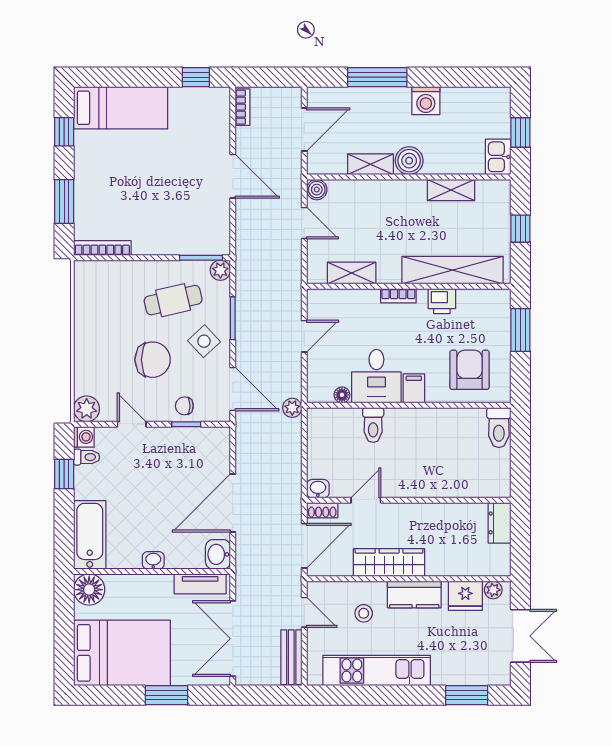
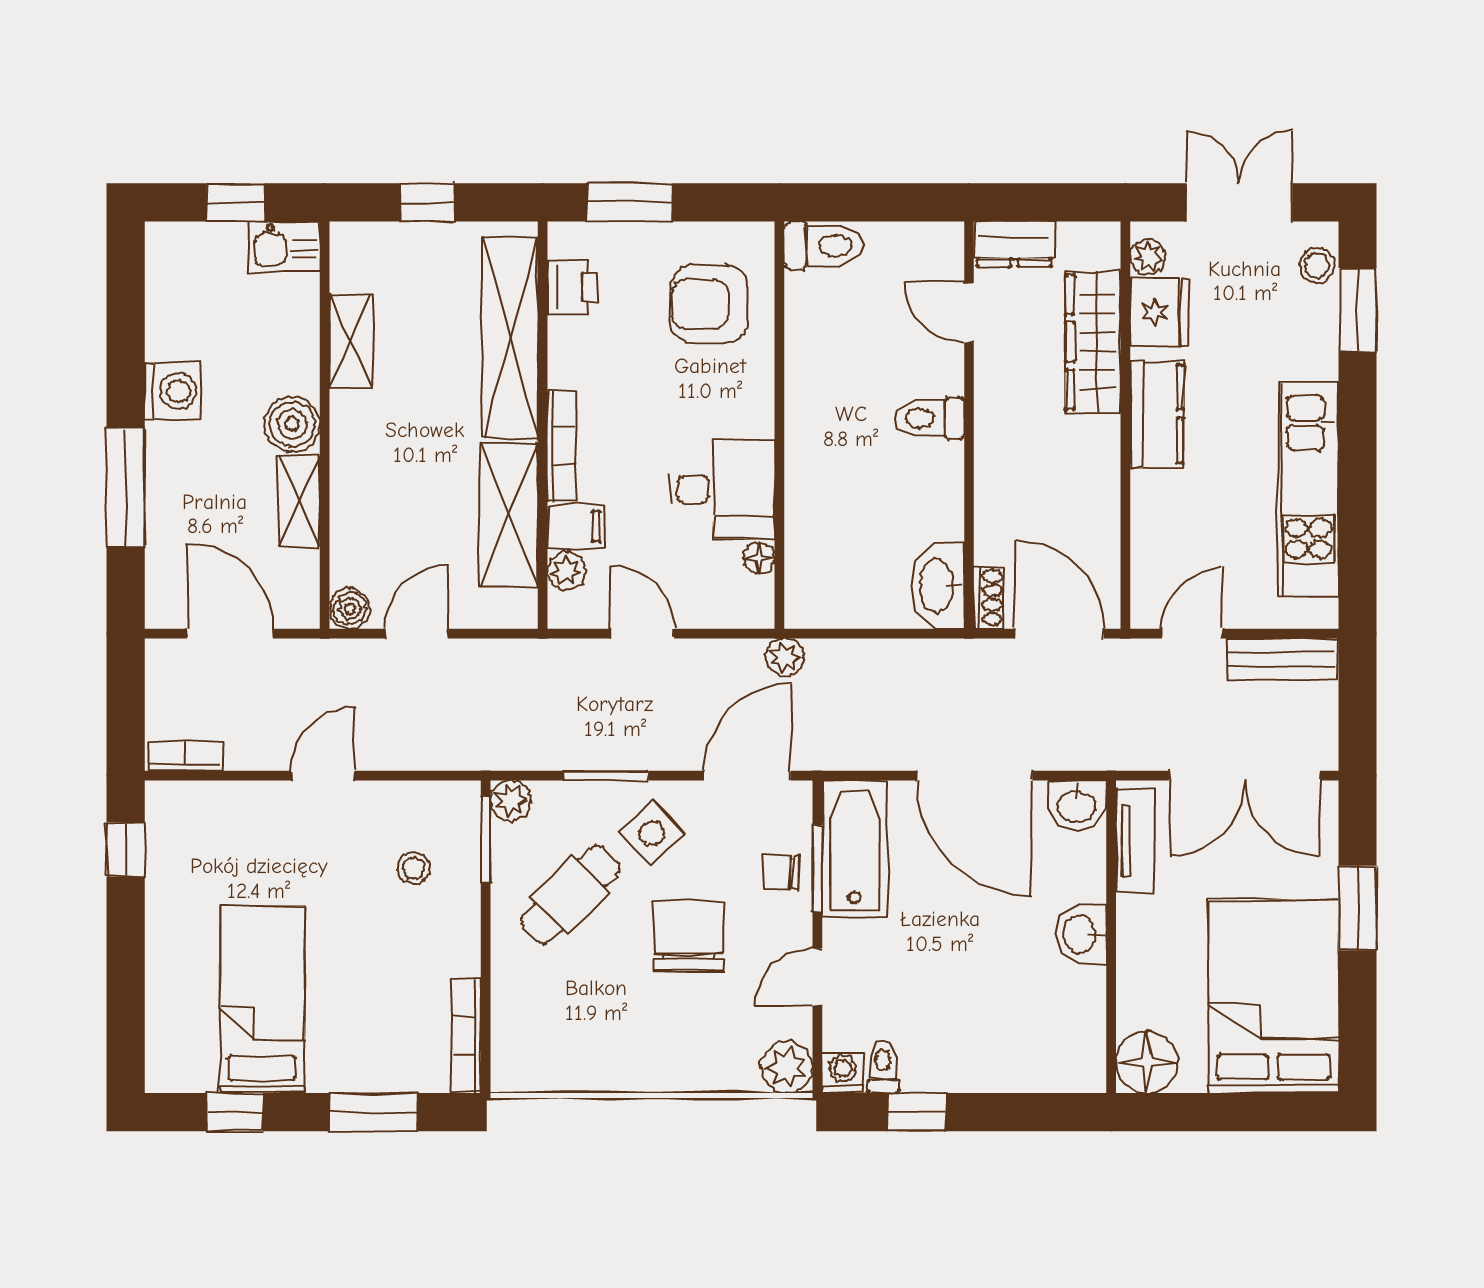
bed: (121, 108) -> (262, 999), moved
door: (233, 176) -> (323, 776), width x0.73
stool: (187, 221) -> (413, 868), added
shelving: (352, 273) -> (509, 515), width x1.50, depth x1.33
bookcase: (398, 296) -> (562, 446), width x1.56
plant: (336, 298) -> (566, 571), added
cafe table: (173, 300) -> (570, 895), turned 58
printer: (442, 301) -> (572, 287), moved
filing cabinet: (414, 388) -> (576, 527), moved, turned 180
chair: (184, 406) -> (781, 872), turned 90
window: (186, 424) -> (817, 868), width x1.50
toilet: (373, 425) -> (929, 418), moved, turned 180
washbasin: (318, 489) -> (938, 585), width x1.91, depth x1.45
door: (366, 500) -> (969, 313), moved
bathtub: (90, 535) -> (854, 849), moved, turned 90
washbasin: (153, 560) -> (1081, 934), width x1.38, depth x1.45
wardrobe: (389, 562) -> (1093, 342), moved
stool: (364, 613) -> (1317, 265), moved

